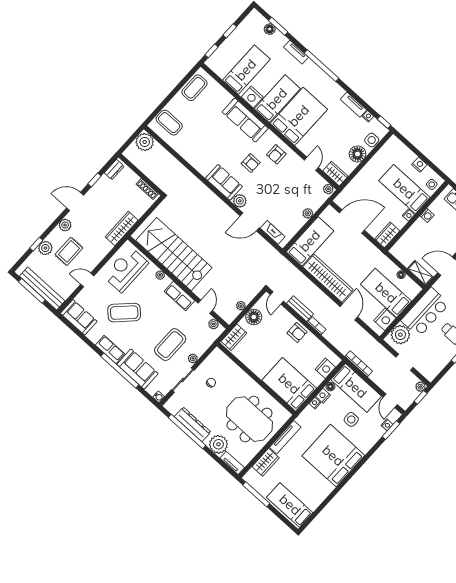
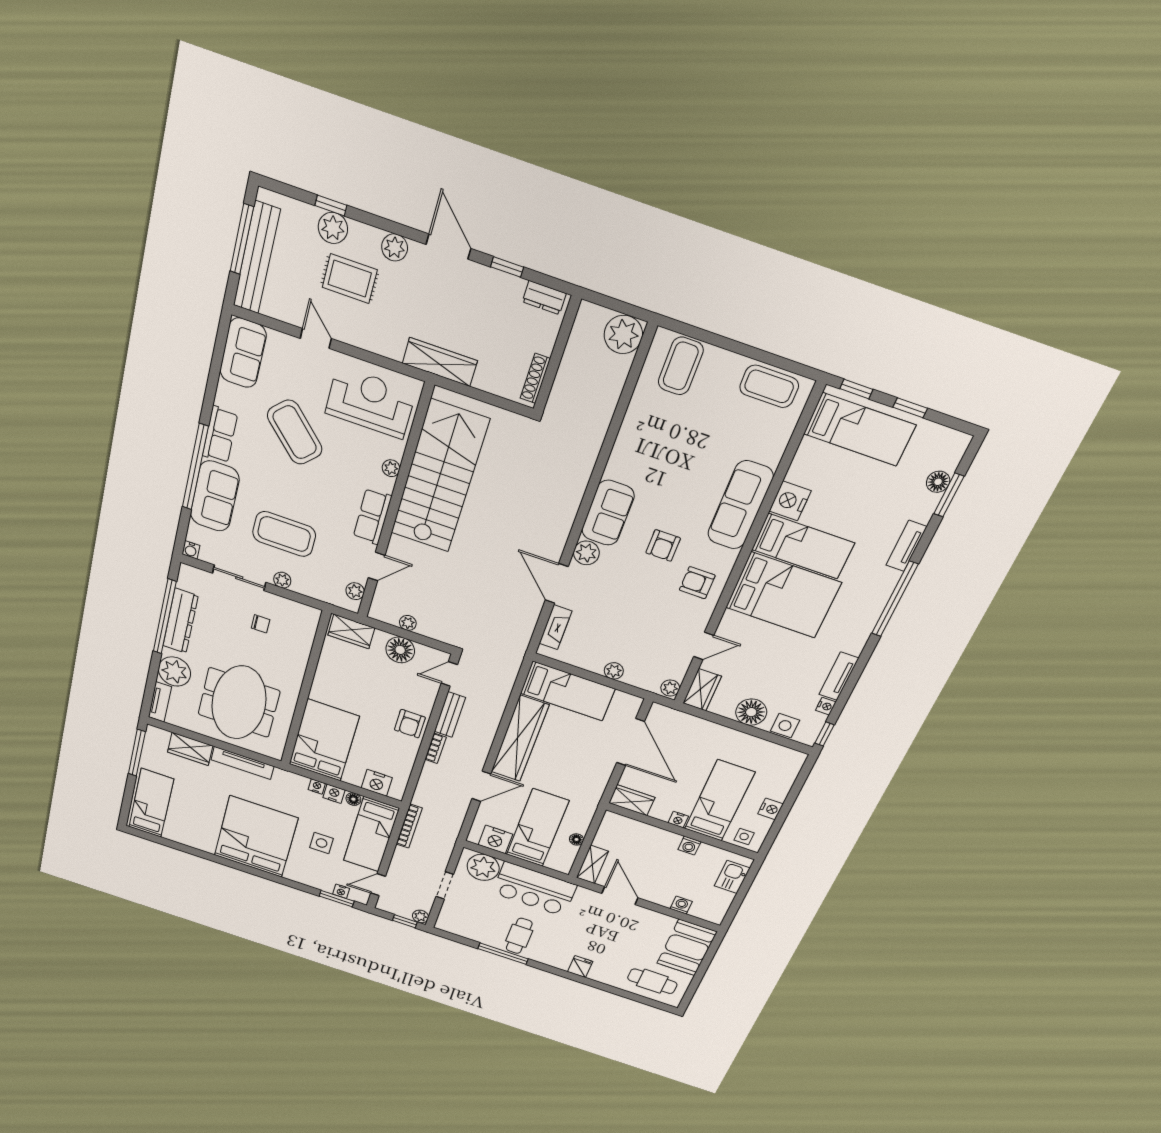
bed: (246, 70) -> (860, 429), moved

